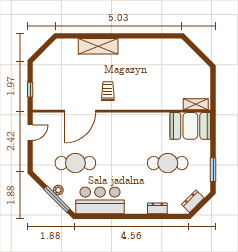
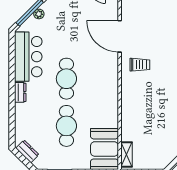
cafe table: (75, 163) -> (66, 79), moved
dresser: (157, 208) -> (20, 92), moved

